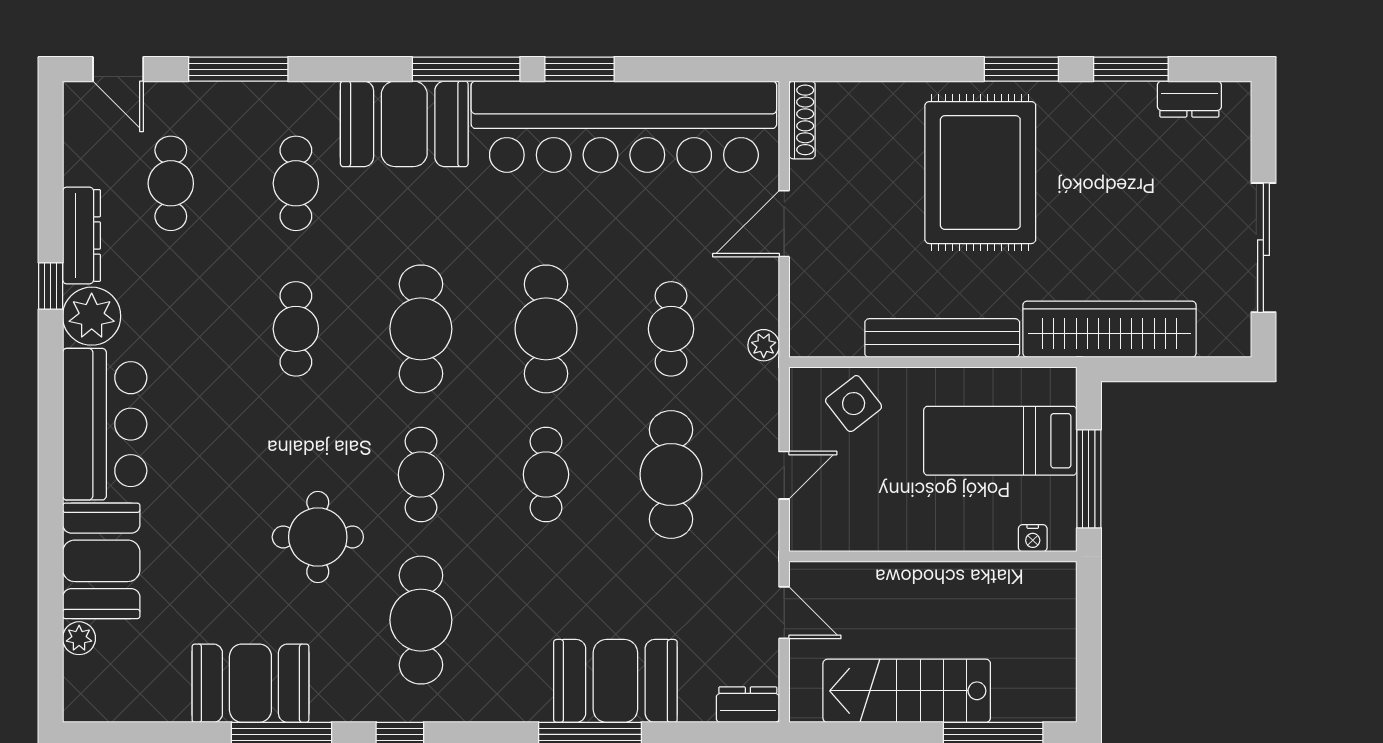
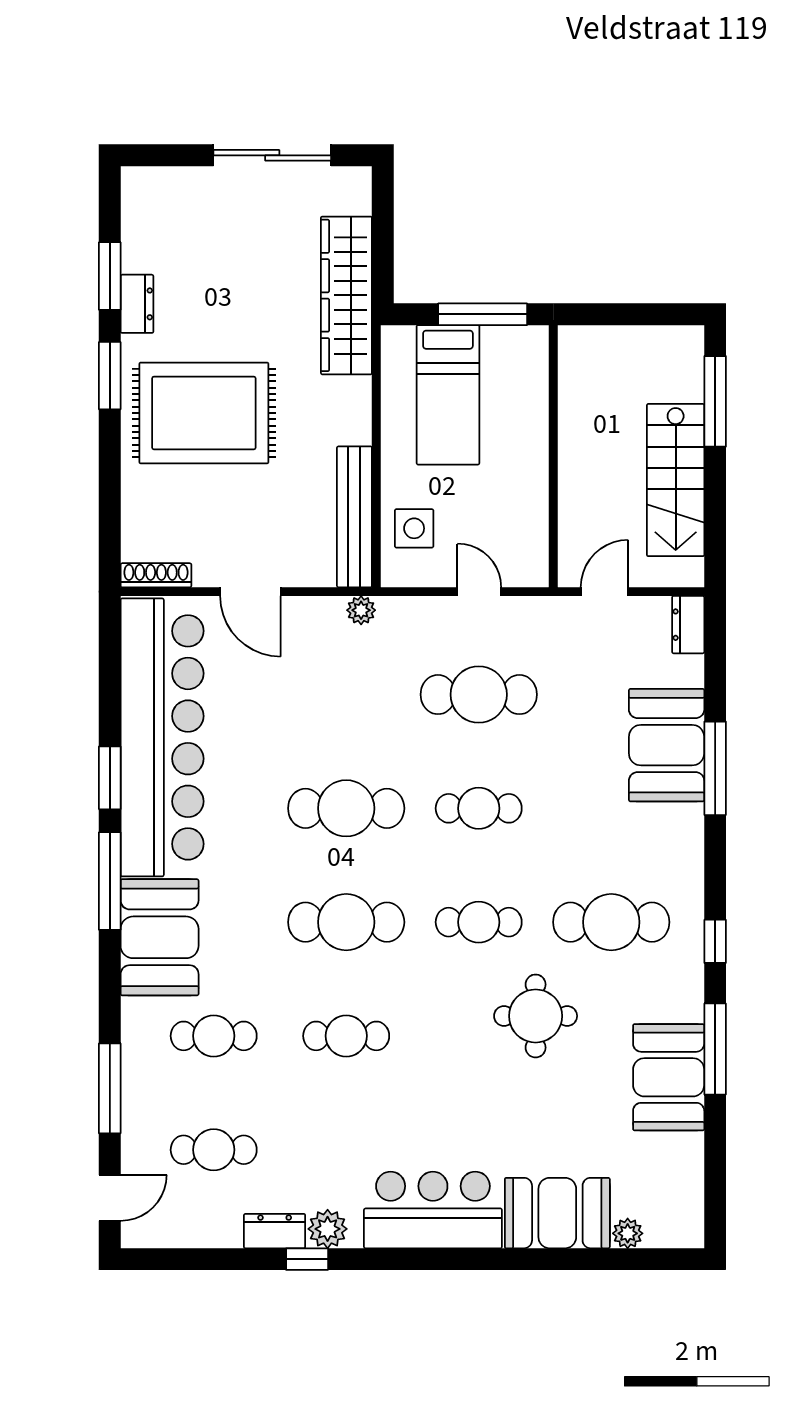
dresser: (1189, 99) -> (137, 304), moved
dresser: (81, 235) -> (275, 1231), width x0.70
plant: (92, 316) -> (328, 1229), width x0.73, depth x0.73
cafe table: (671, 329) -> (346, 695), removed
bench: (942, 338) -> (354, 517), moved
side table: (854, 404) -> (414, 528), turned 38
nightstand: (1033, 538) -> (537, 365), removed

